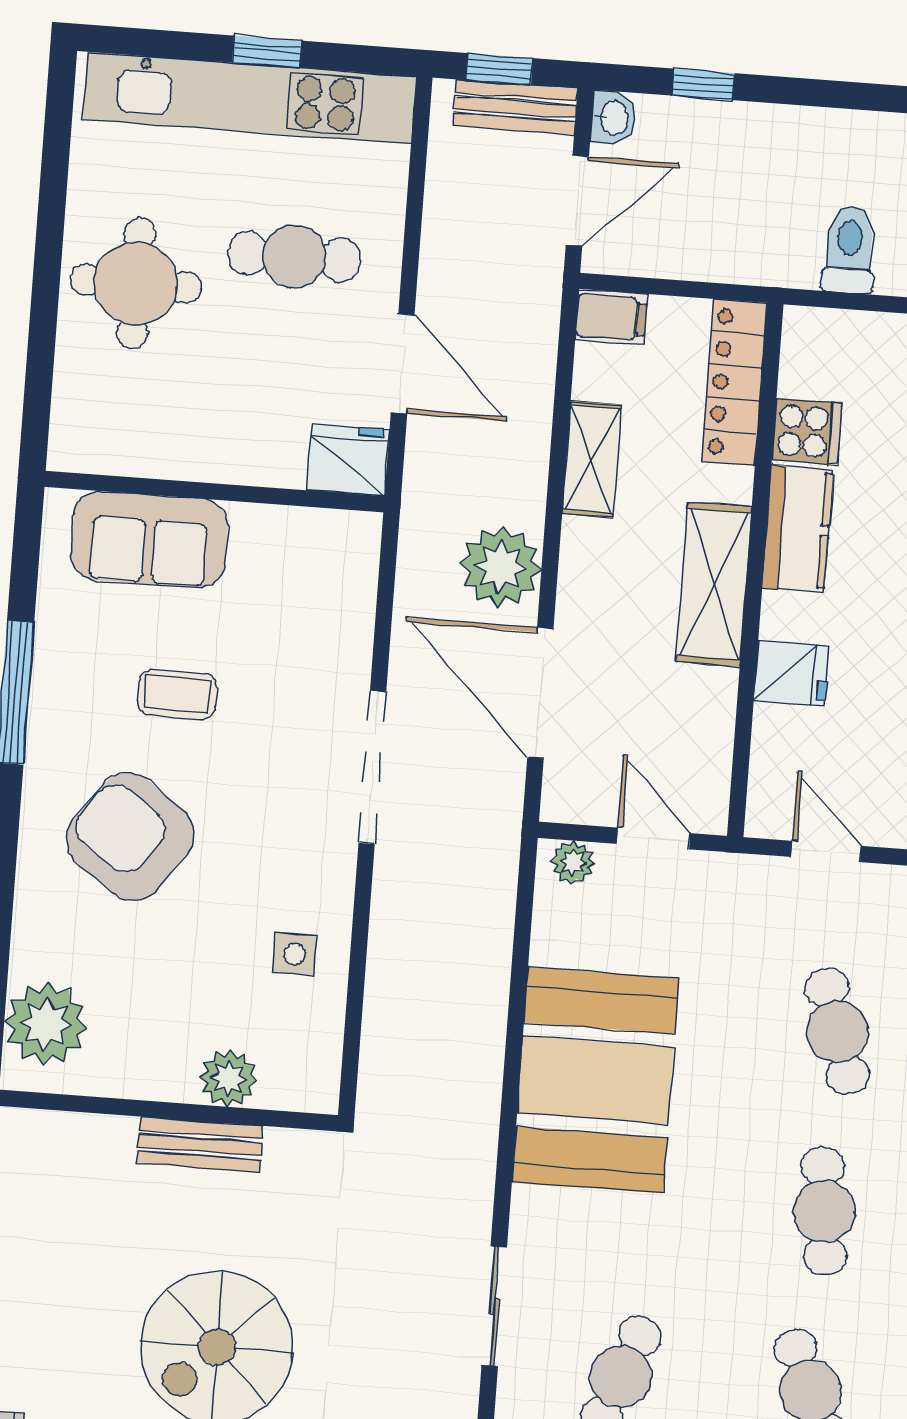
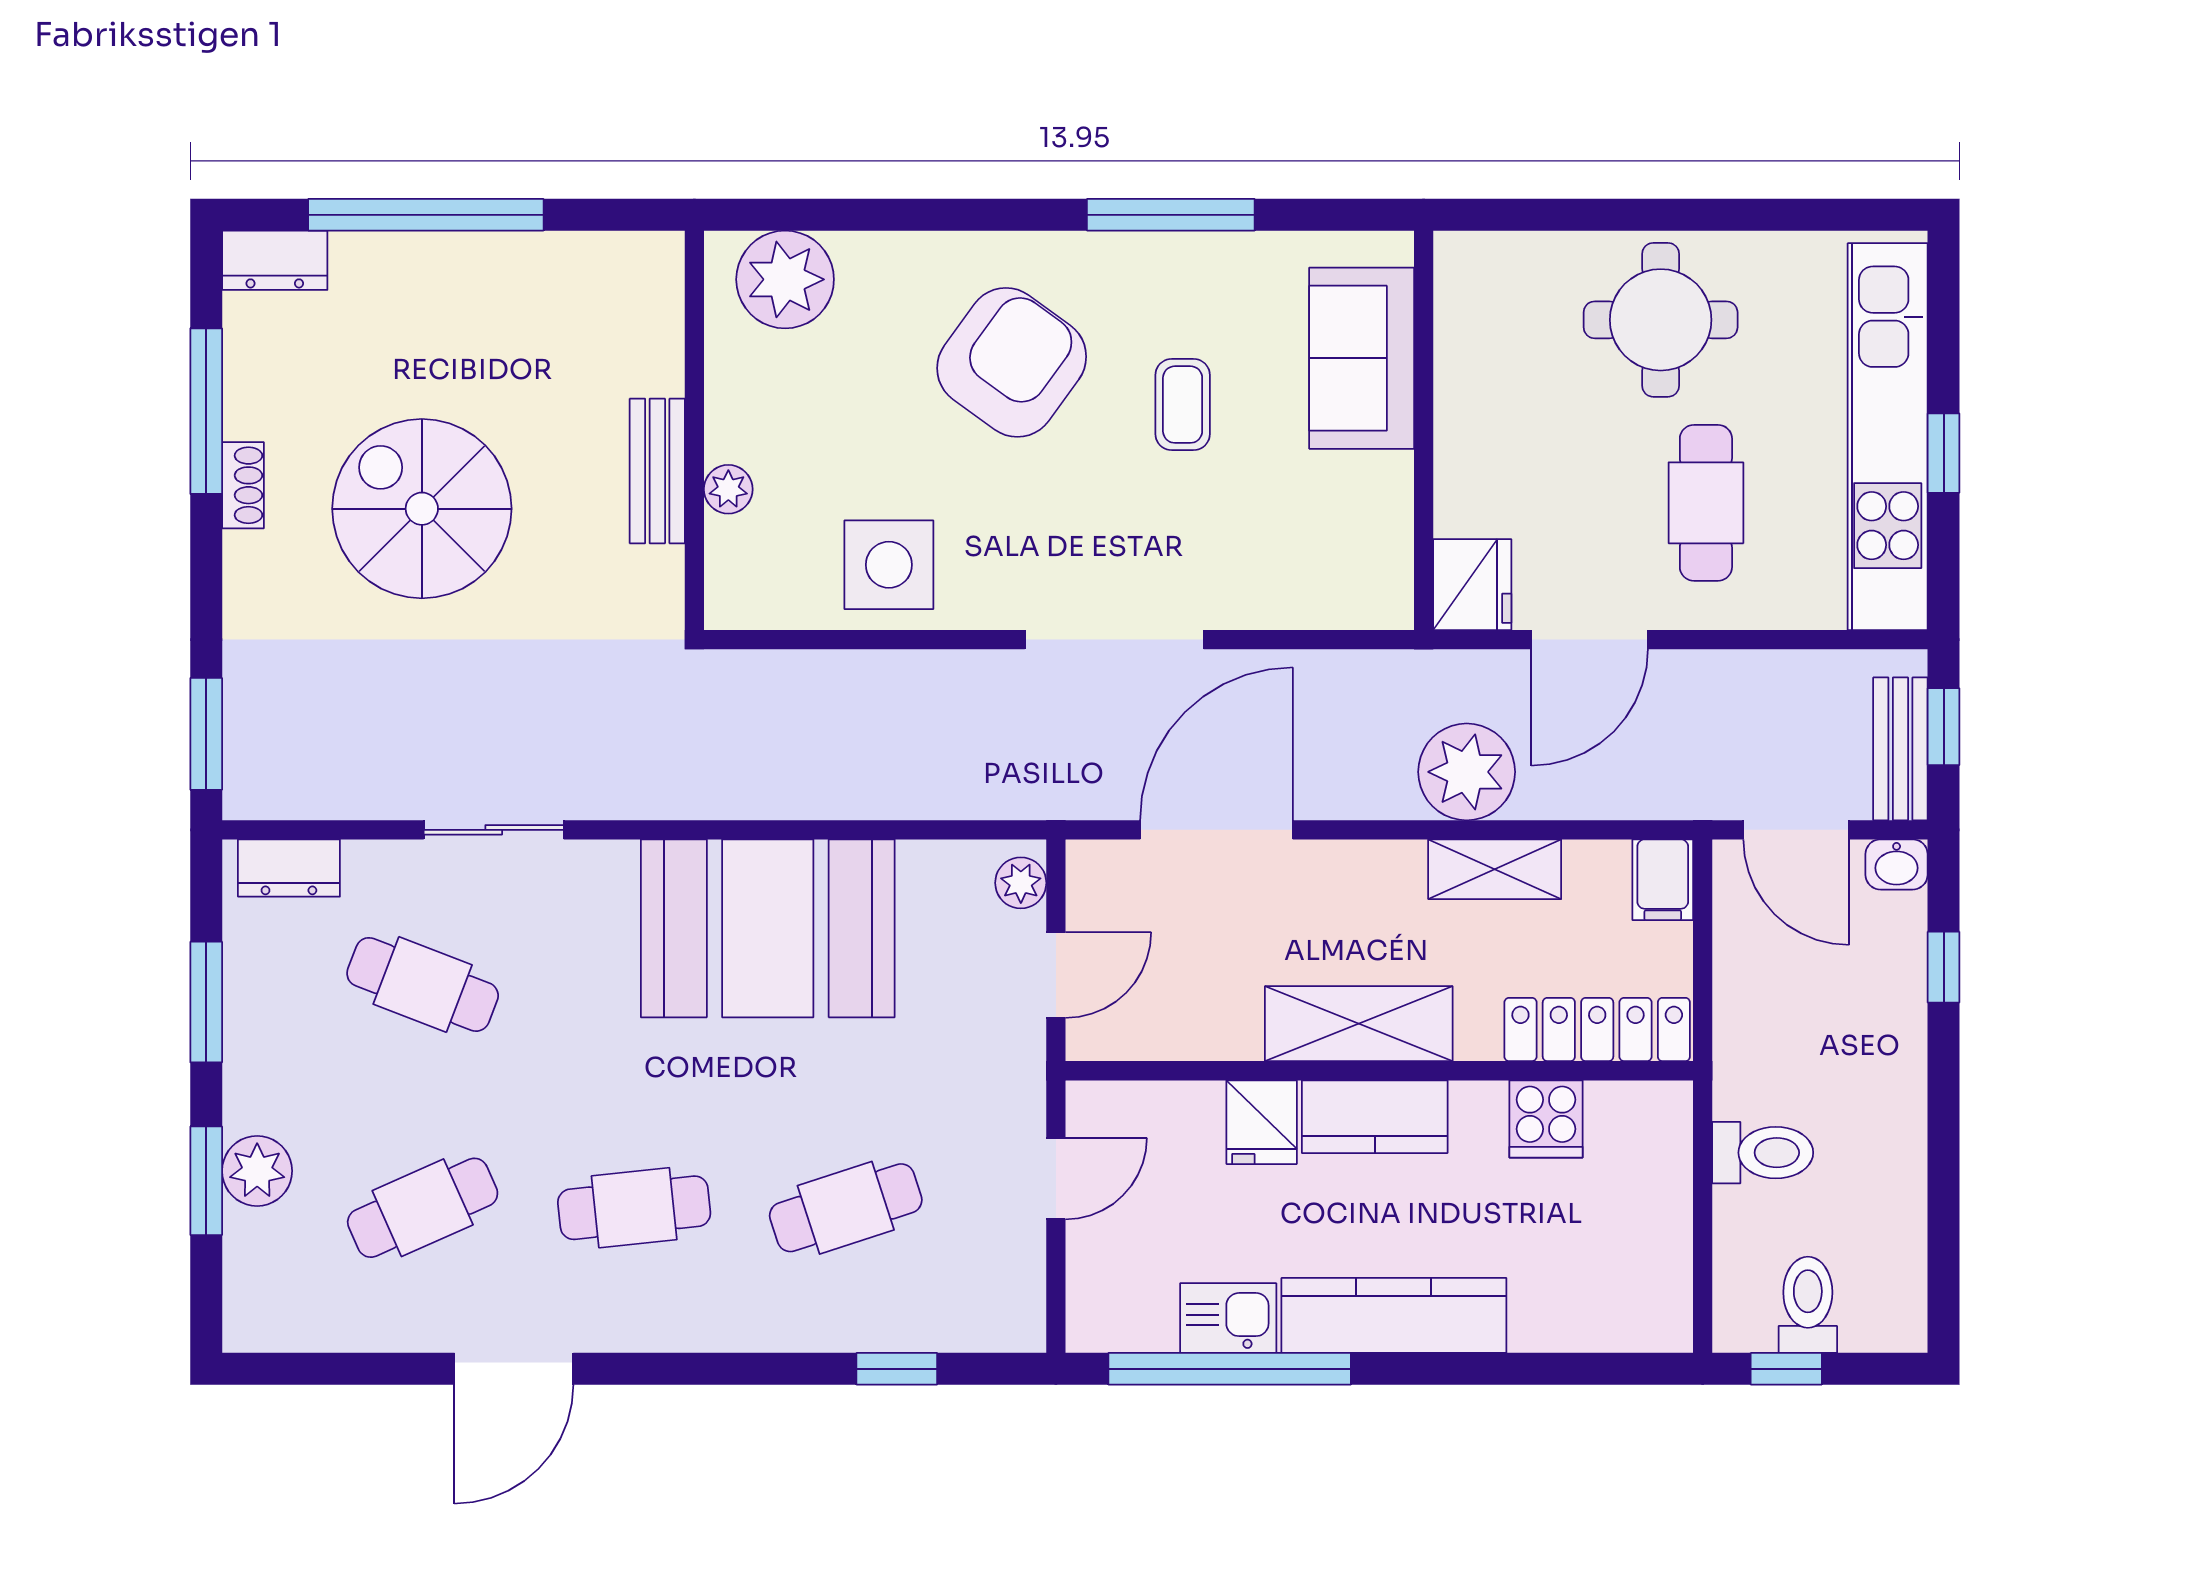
kitchen counter: (798, 529) -> (1375, 1117), moved
plant: (500, 567) -> (1467, 772), moved
side table: (294, 954) -> (889, 565), width x1.87, depth x1.87
plant: (228, 1078) -> (728, 489), width x0.73, depth x0.73

